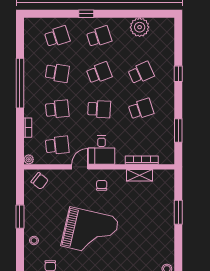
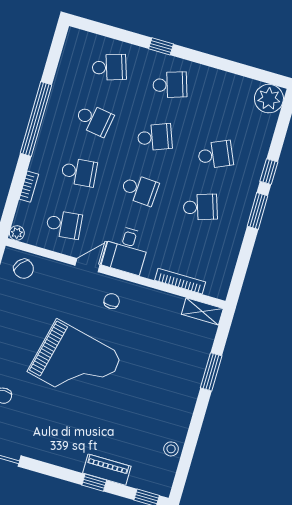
plant: (140, 27) -> (269, 99), moved
window: (178, 131) -> (258, 211), moved
shelving: (139, 175) -> (202, 311), moved

